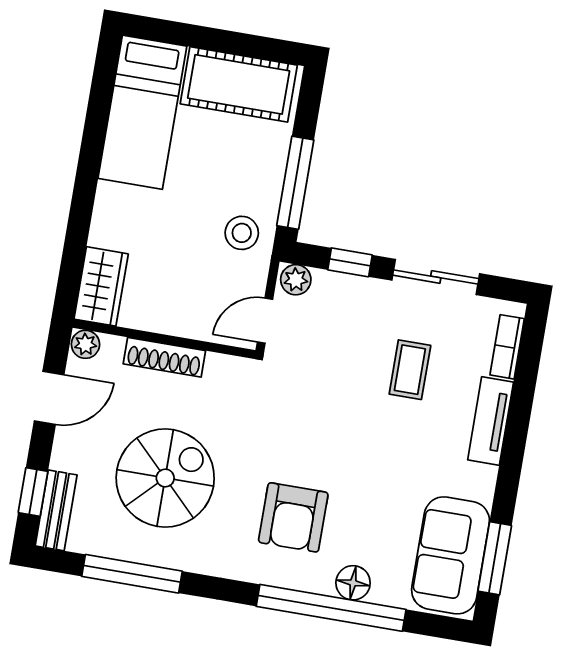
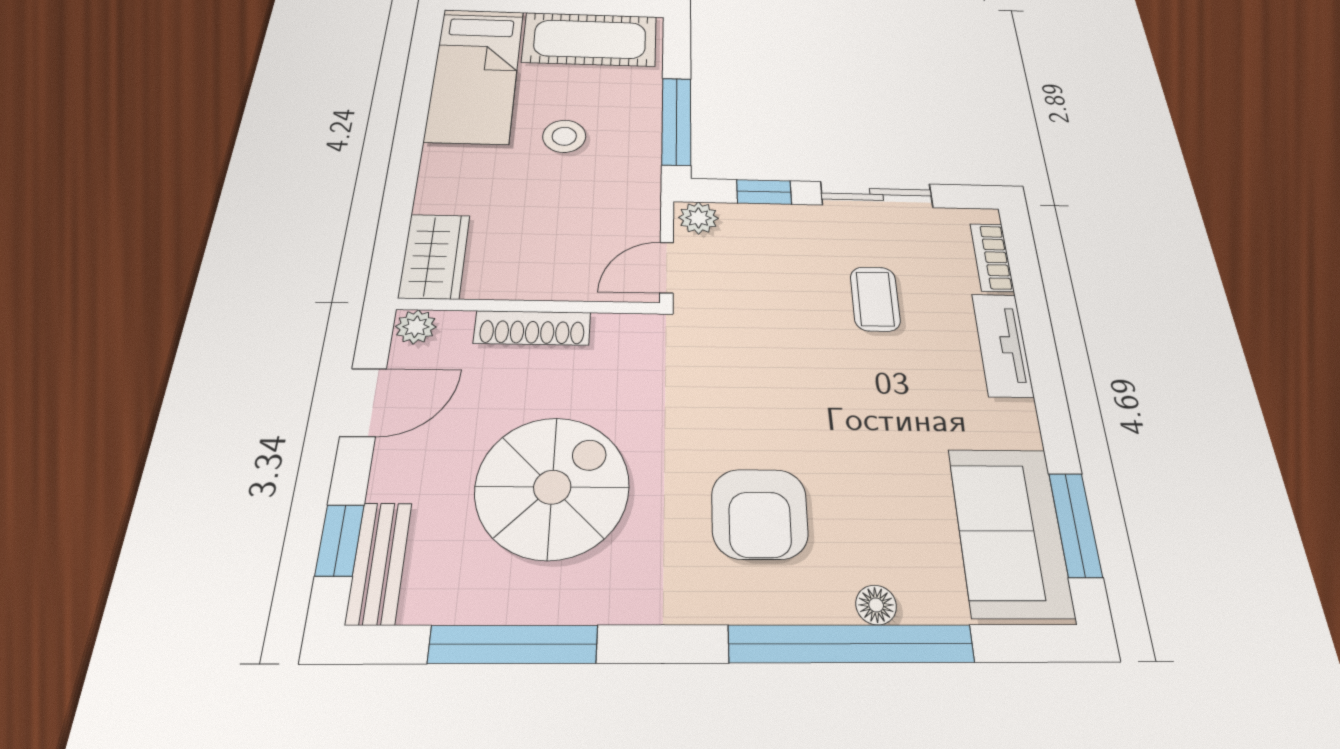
stool: (242, 233) -> (564, 136), moved
floor lamp: (353, 583) -> (876, 605), width x0.73, depth x0.73

